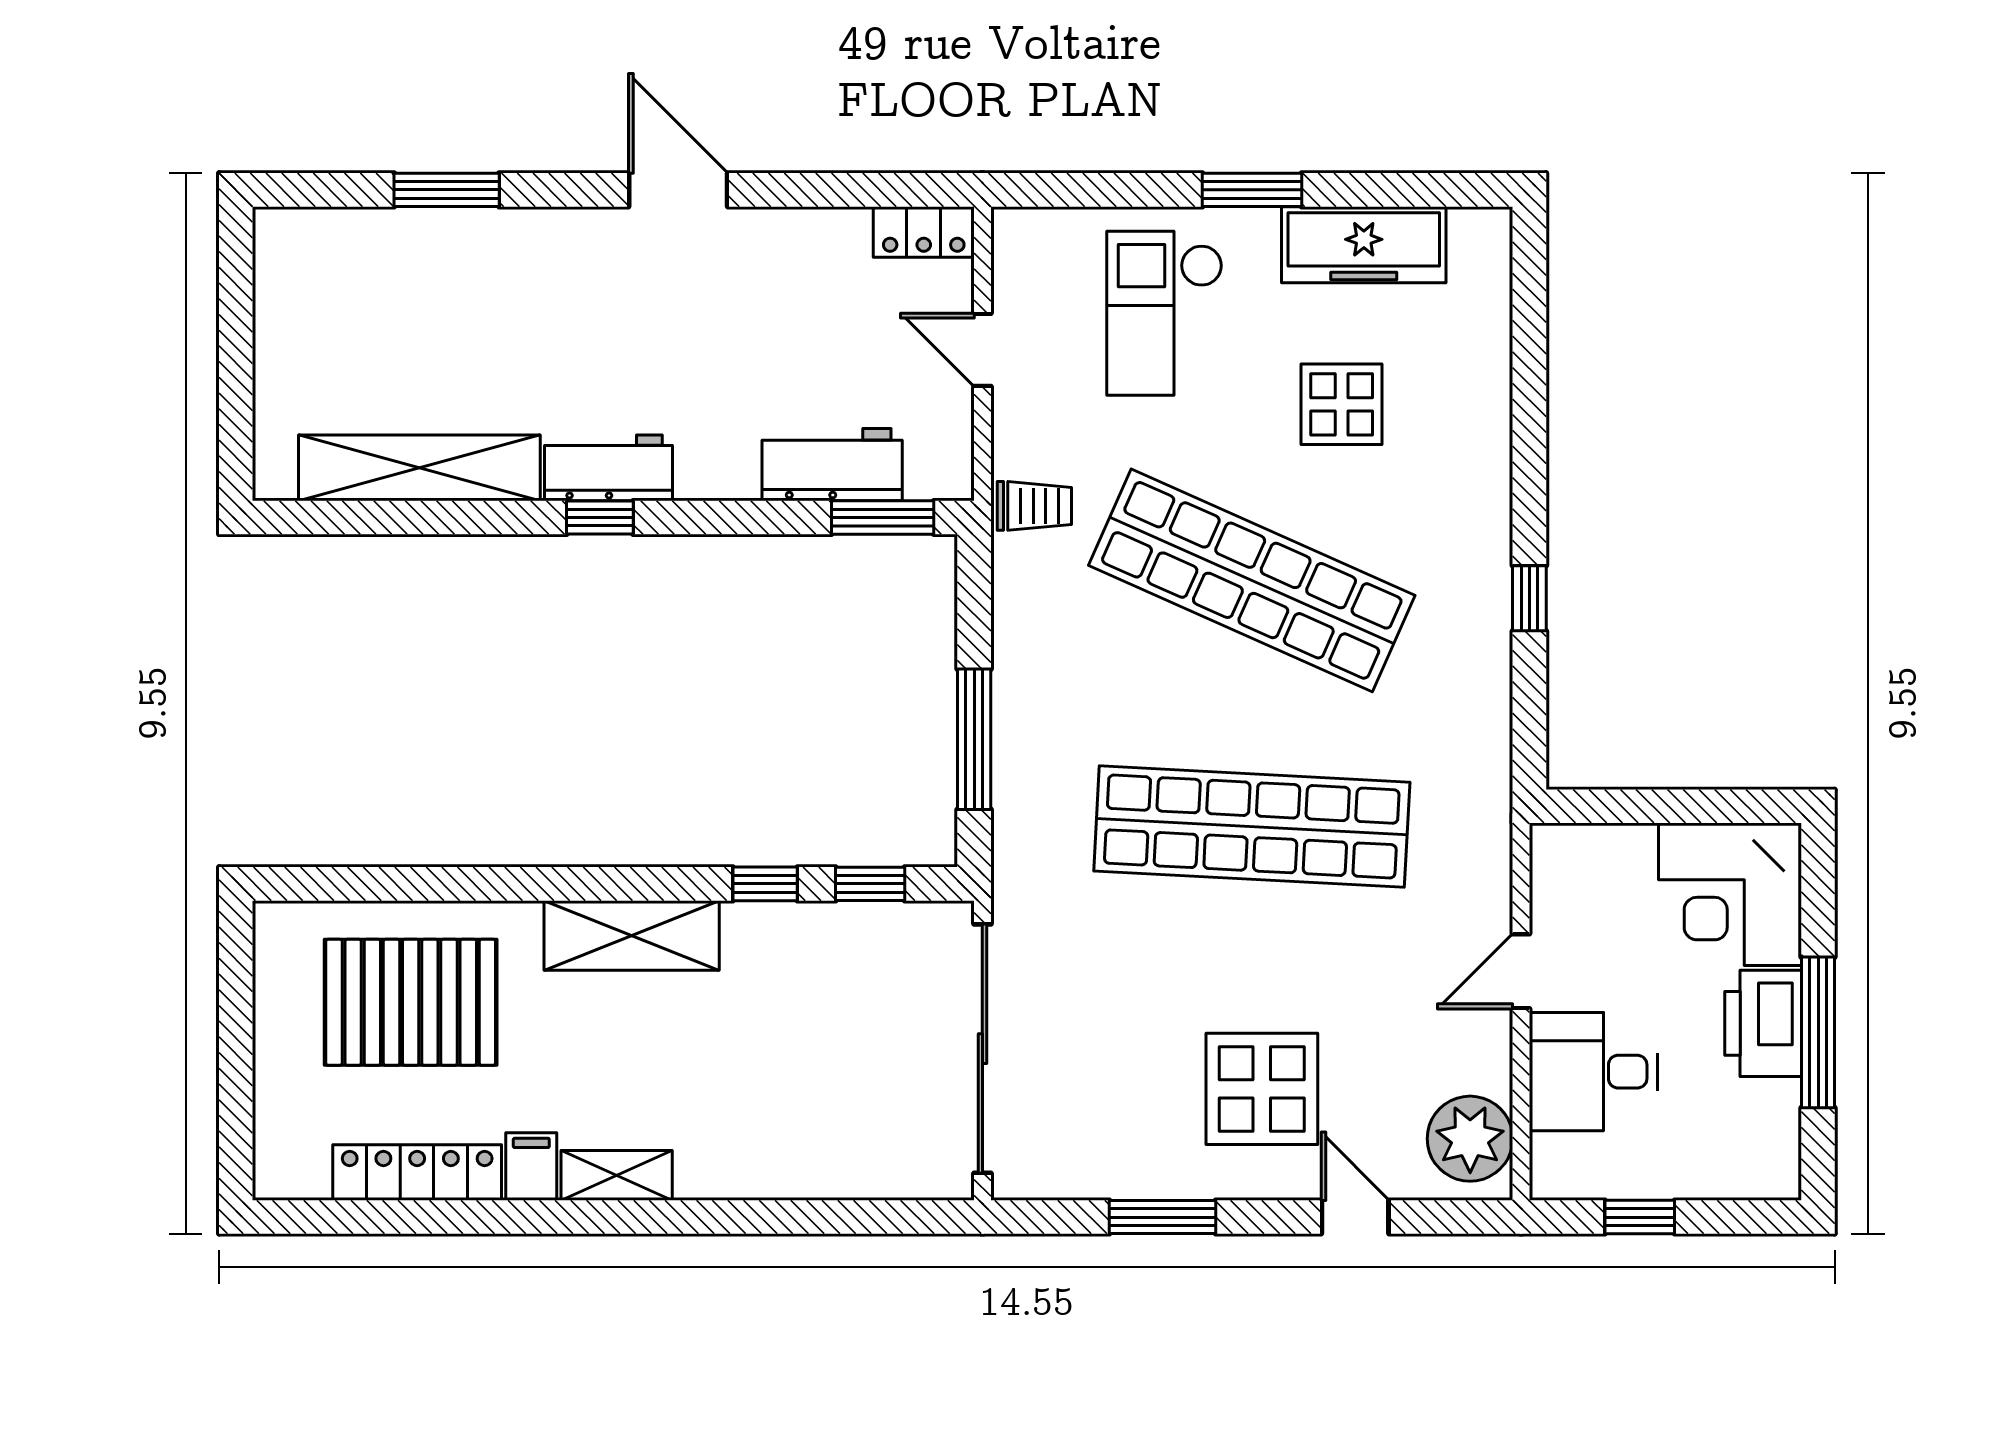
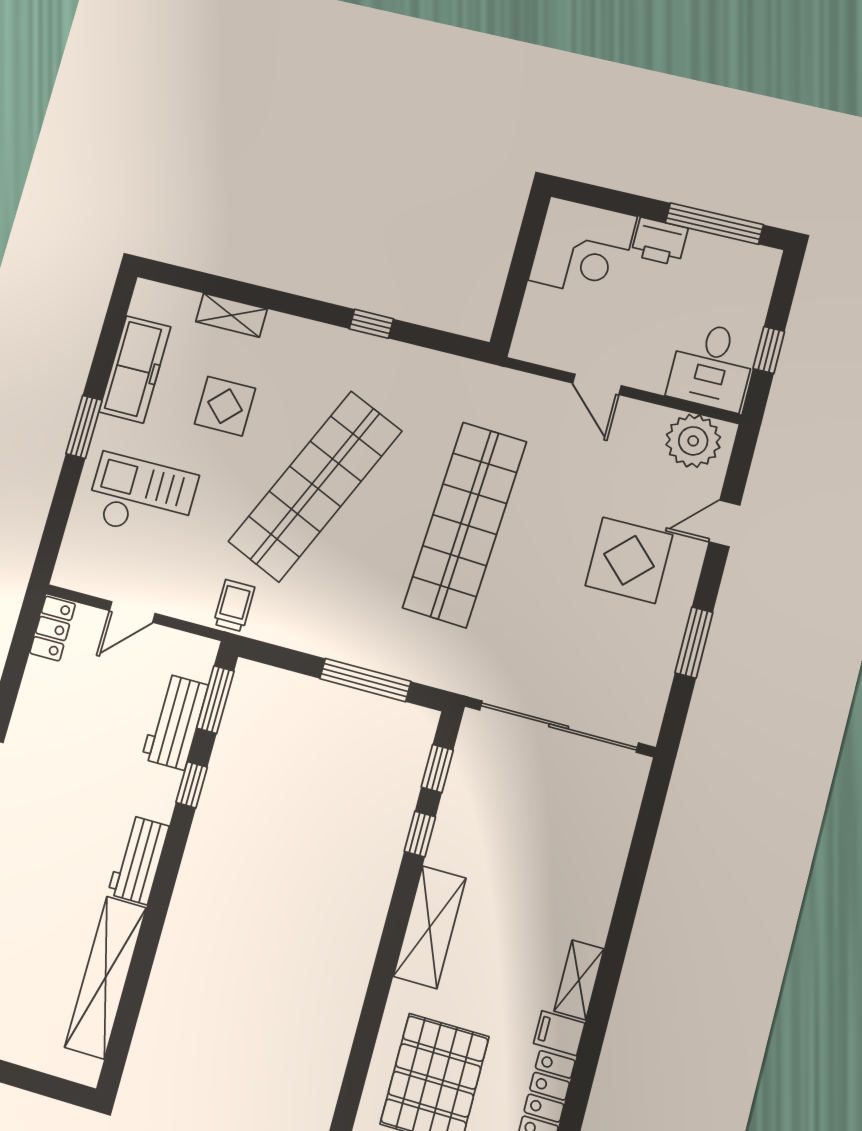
checkout: (1165, 313) -> (141, 497), turned 180
shelving: (1488, 374) -> (231, 315), added
window: (600, 517) -> (192, 785), moved
printer: (1763, 1023) -> (659, 242), width x0.73, depth x0.84
window: (1818, 1032) -> (714, 224), moved
desk: (1593, 1072) -> (712, 366), moved

